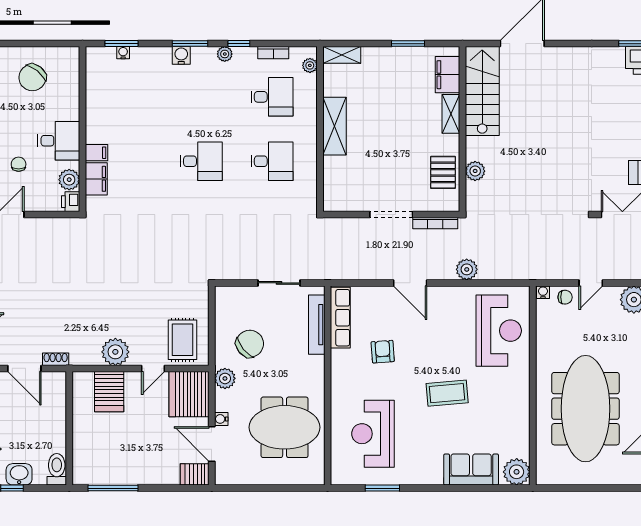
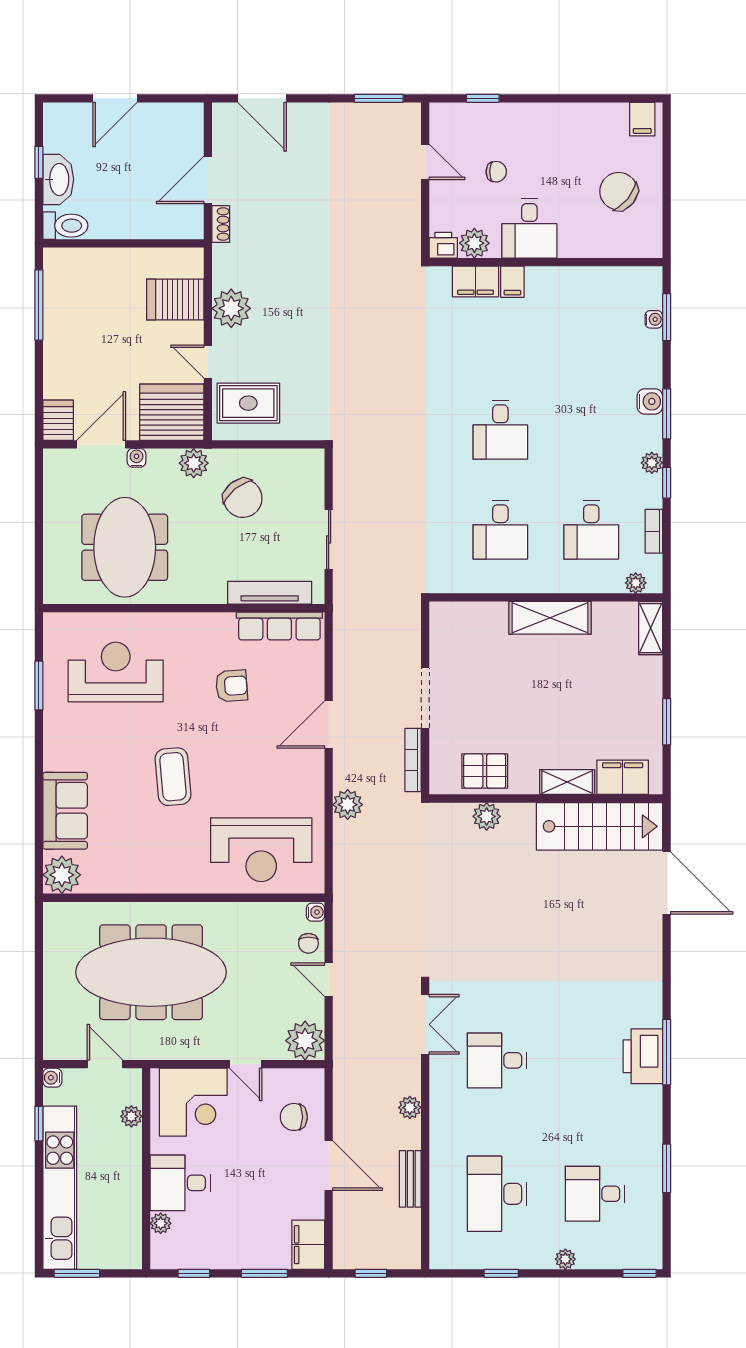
washbasin: (19, 474) -> (58, 179), width x1.38

